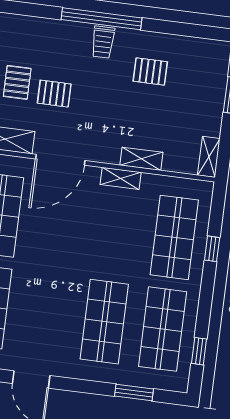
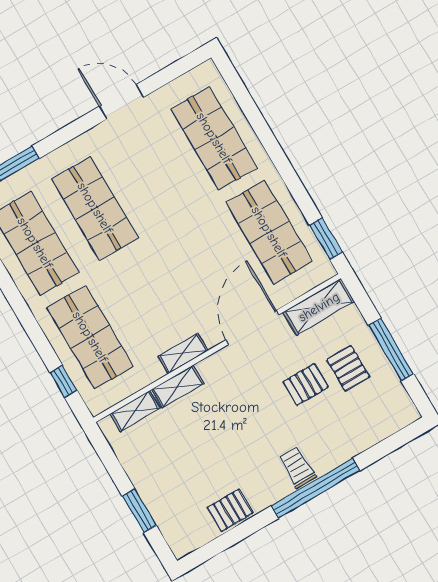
pallet: (150, 71) -> (230, 510), moved
shelving: (209, 157) -> (135, 411), moved, turned 90
window: (212, 249) -> (63, 381), moved

